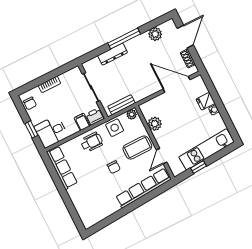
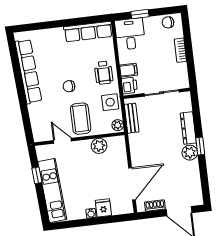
plant: (155, 34) -> (190, 153), moved
window: (124, 39) -> (200, 146), width x0.46
row of seats: (143, 188) -> (28, 71), moved

